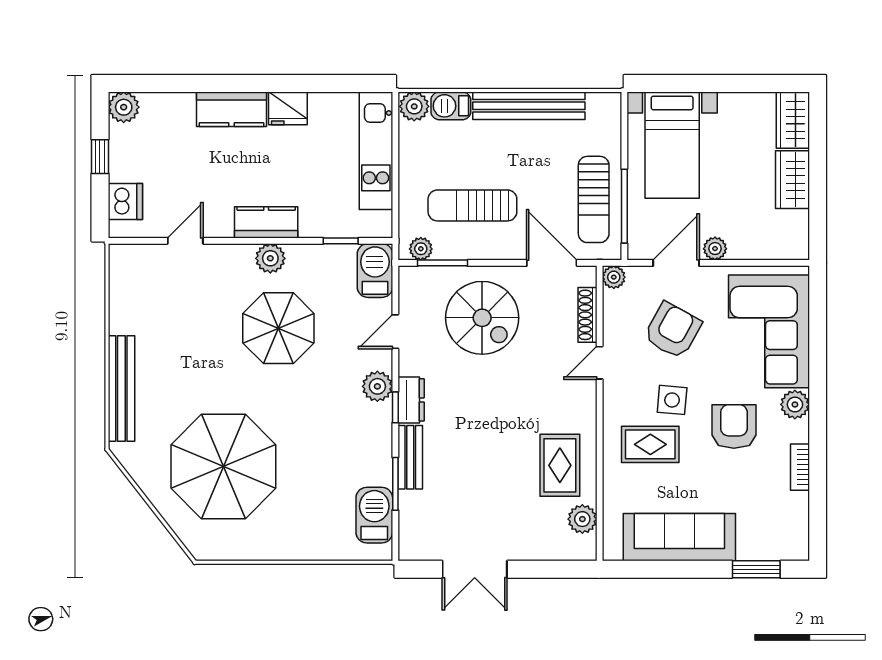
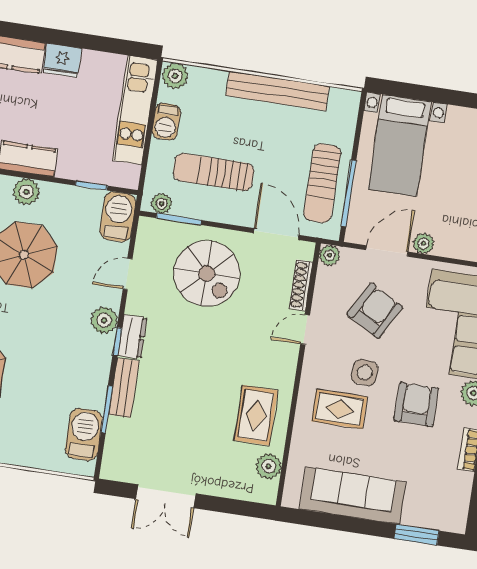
barbecue: (451, 106) -> (166, 122), moved, turned -90

